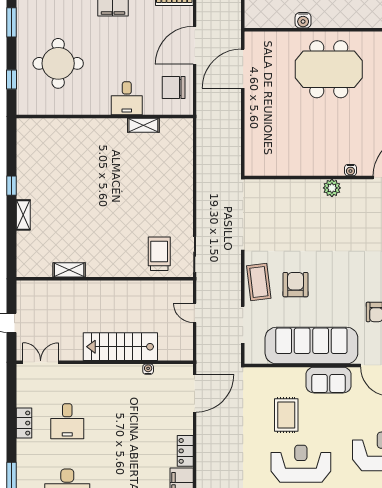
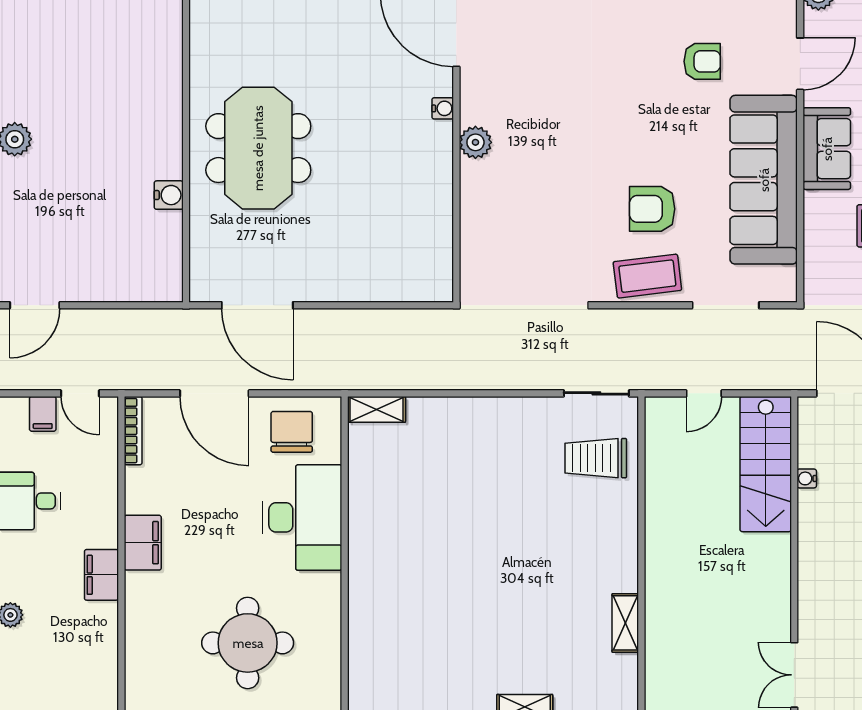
chair: (174, 88) -> (292, 432), turned 180
desk: (127, 98) -> (302, 517), width x1.87, depth x1.30
shelving: (143, 125) -> (377, 409), moved, turned 90
stairs: (120, 347) -> (766, 464), moved

